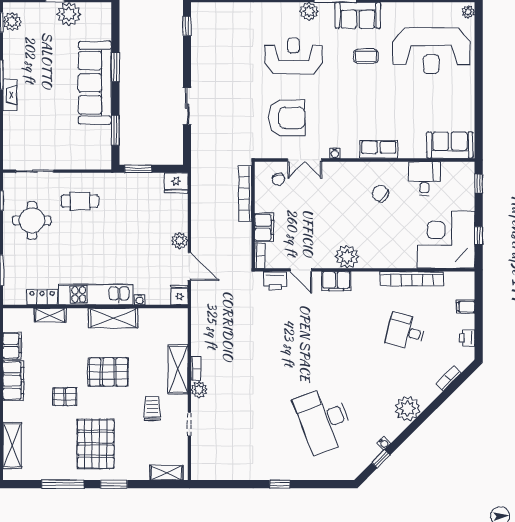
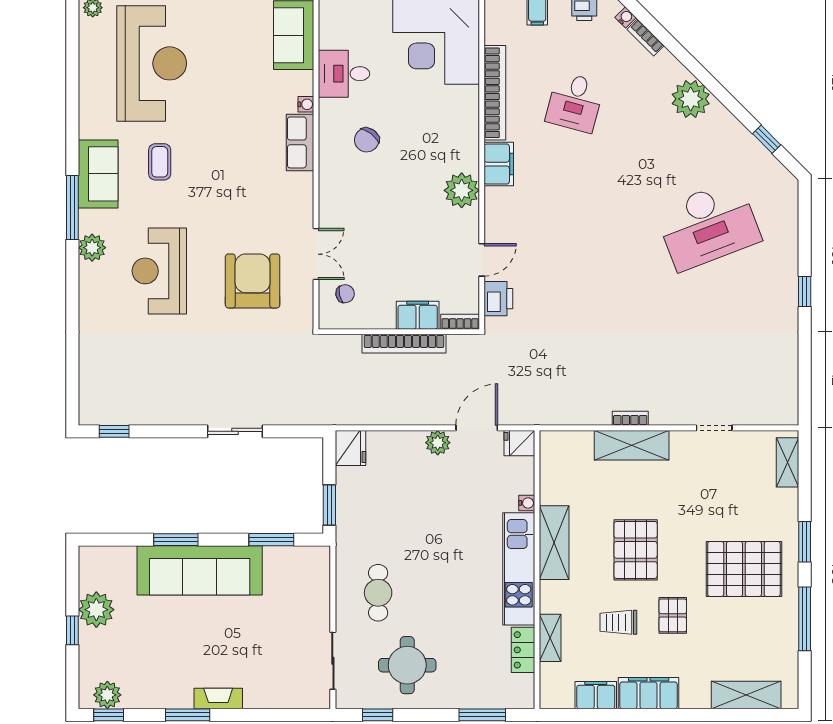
water cooler: (335, 153) -> (306, 104), moved
bookcase: (245, 194) -> (404, 344), moved
filing cabinet: (336, 281) -> (499, 164), moved
plant: (199, 390) -> (662, 413), removed
trolley: (152, 408) -> (618, 622), moved
water cooler: (384, 443) -> (626, 17), moved

